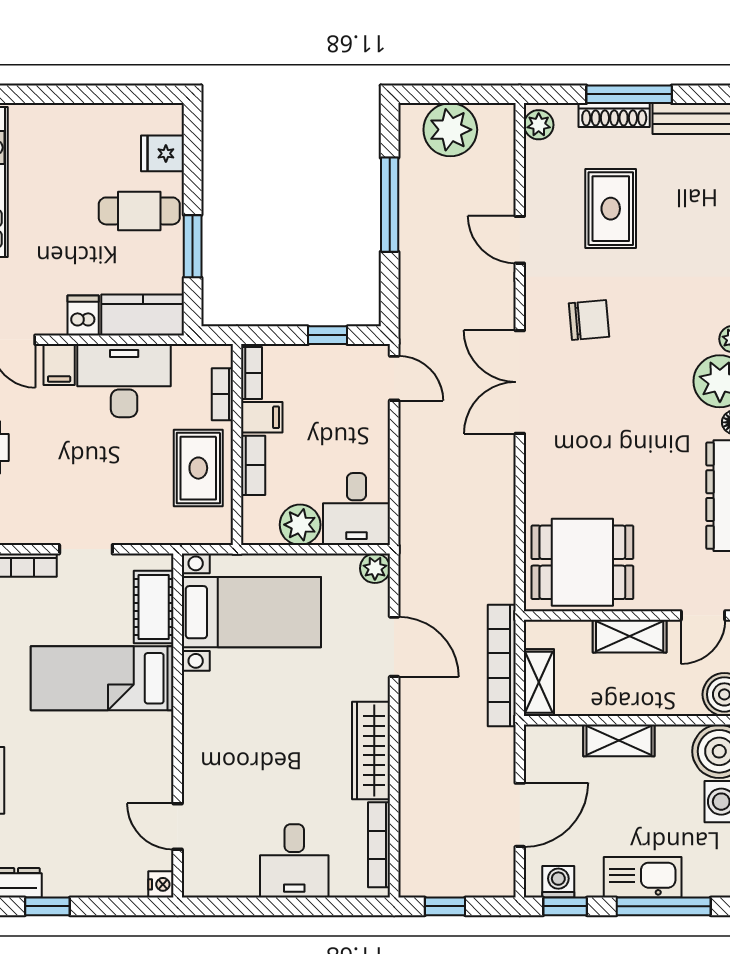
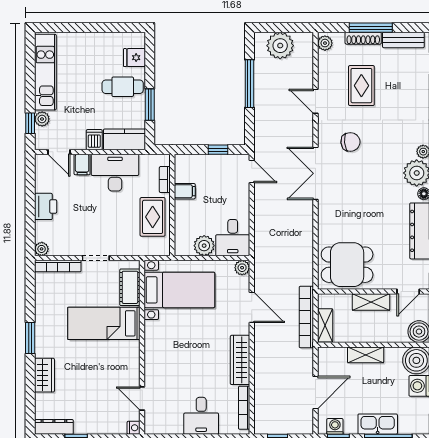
bookcase: (252, 373) -> (180, 169), removed
bookcase: (253, 465) -> (180, 216), removed

